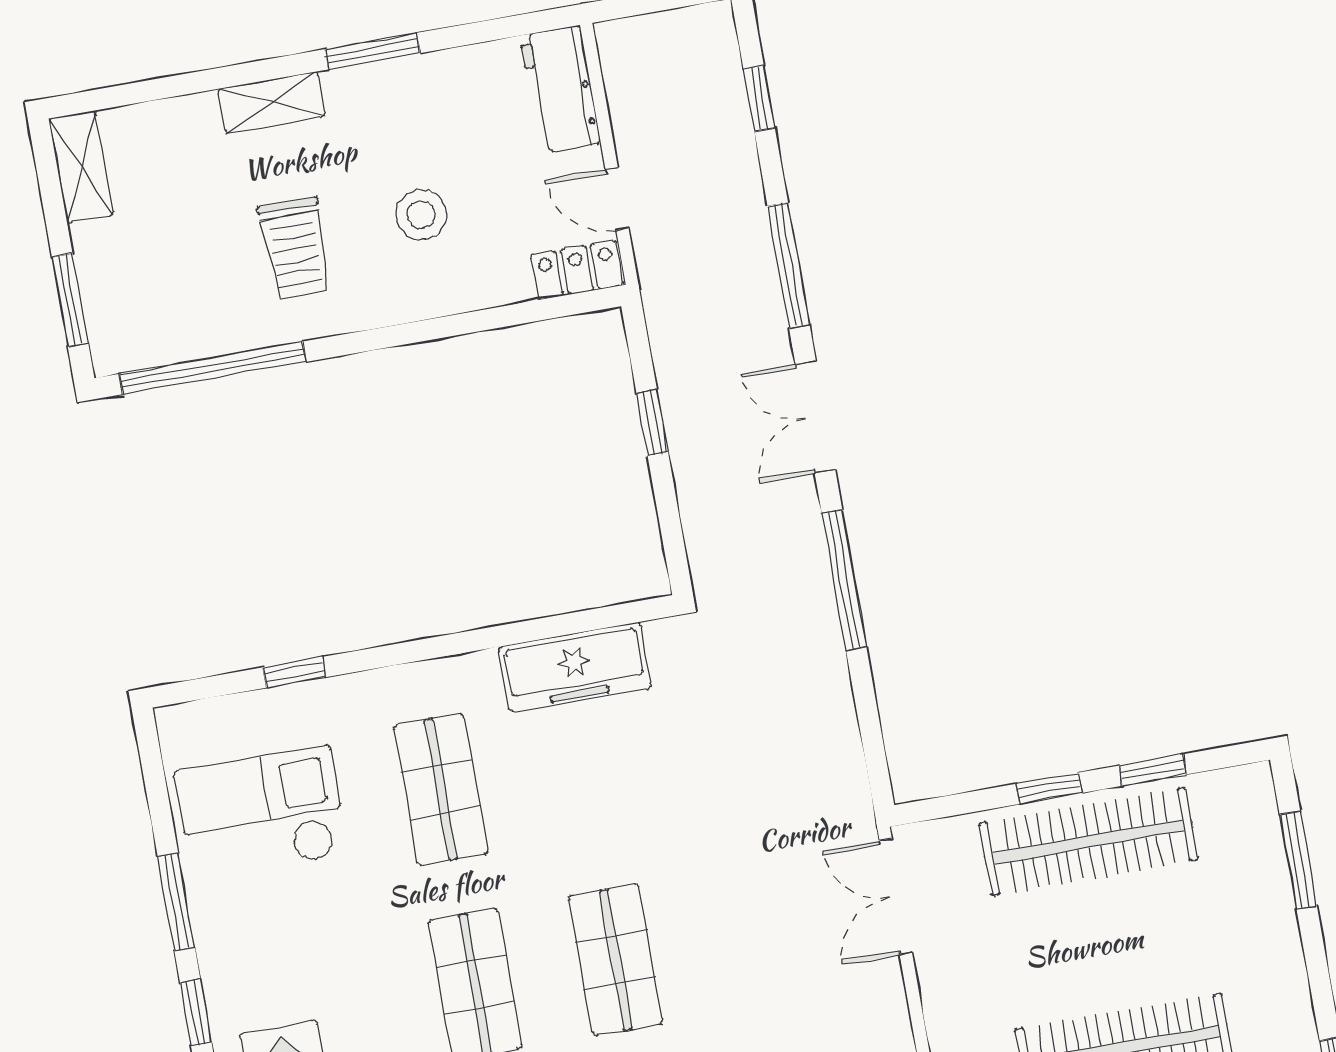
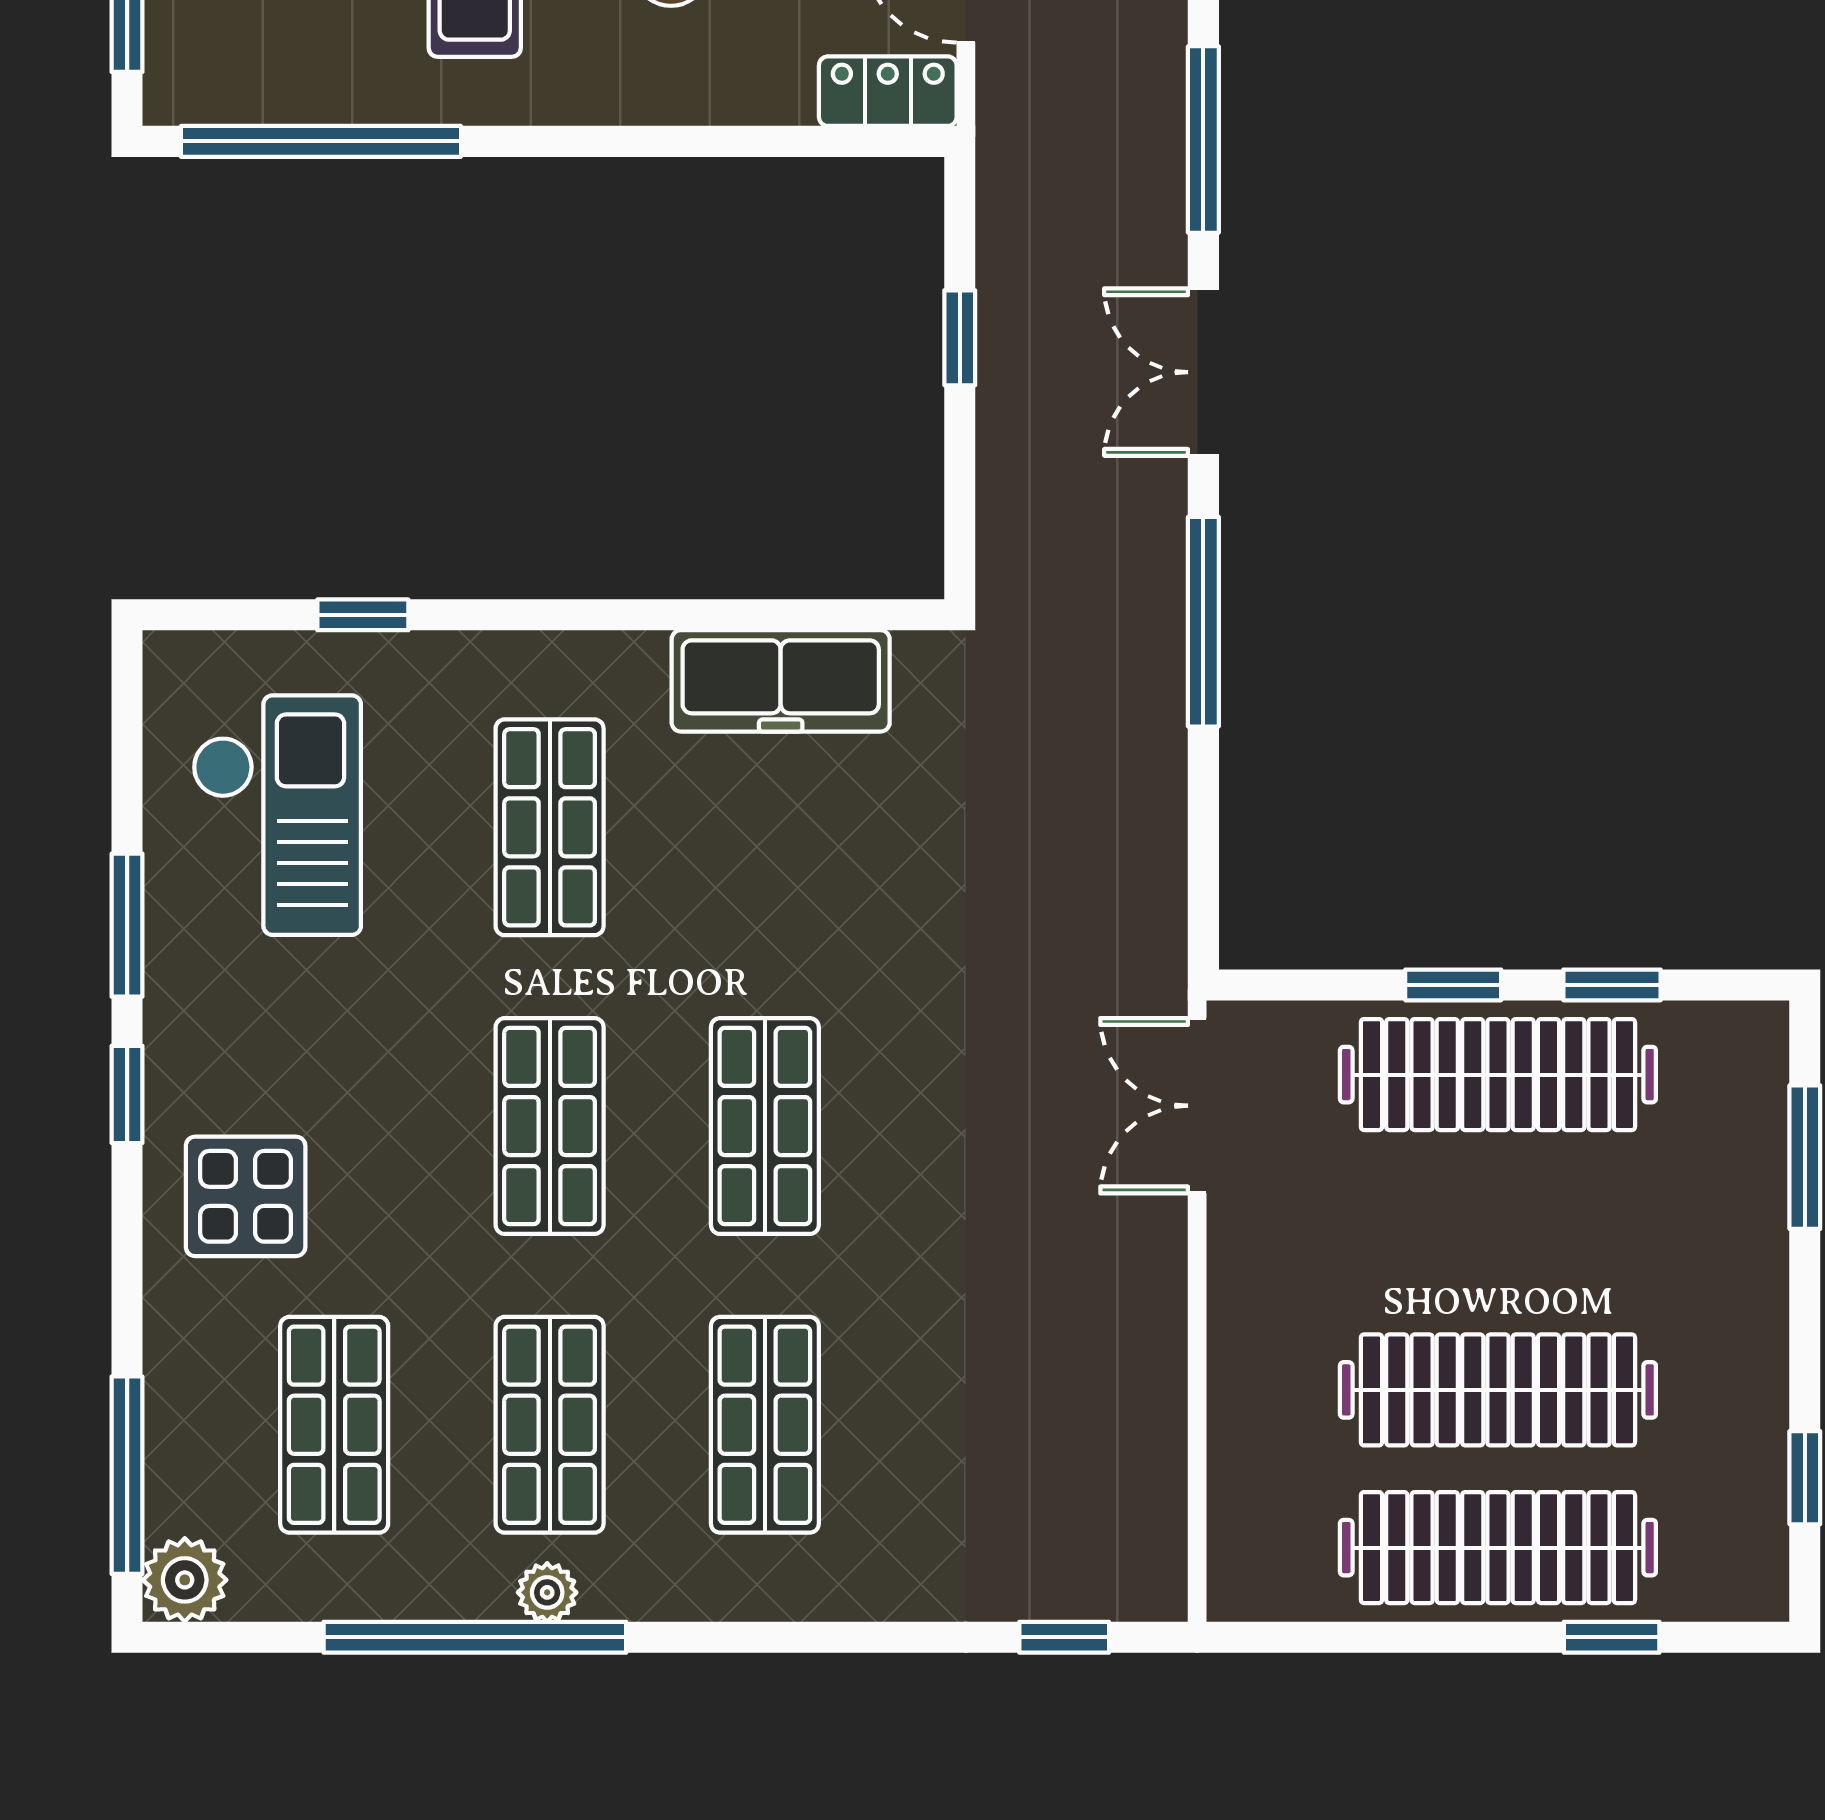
checkout: (261, 813) -> (277, 815), turned 90

